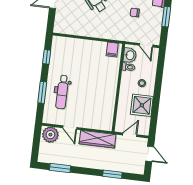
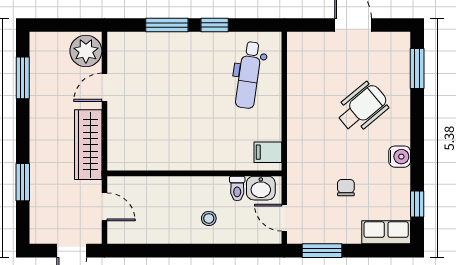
window: (166, 17) -> (322, 251), moved
door: (146, 45) -> (284, 218), hinge flipped
window: (47, 57) -> (215, 25), moved
dental chair: (62, 92) -> (249, 75), moved, turned -82
shower: (142, 105) -> (165, 224), removed

